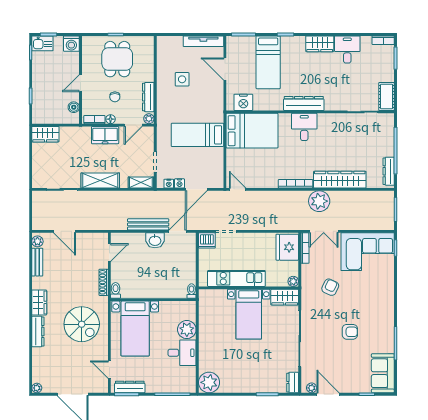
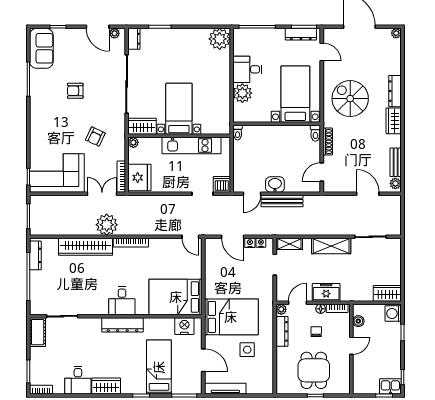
washing machine: (71, 44) -> (393, 313), moved, turned -90
bed: (197, 135) -> (231, 317), moved, width x1.50
door: (196, 189) -> (233, 237), swing flipped

